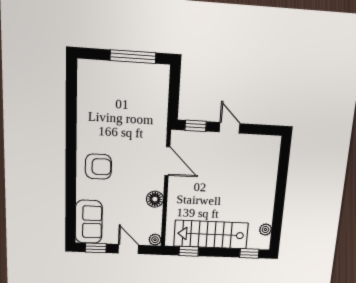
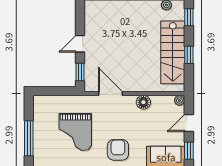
window: (133, 57) -> (29, 138), moved
grand piano: (122, 116) -> (75, 132), added
door: (167, 161) -> (110, 94), hinge flipped
window: (189, 251) -> (189, 55), moved

